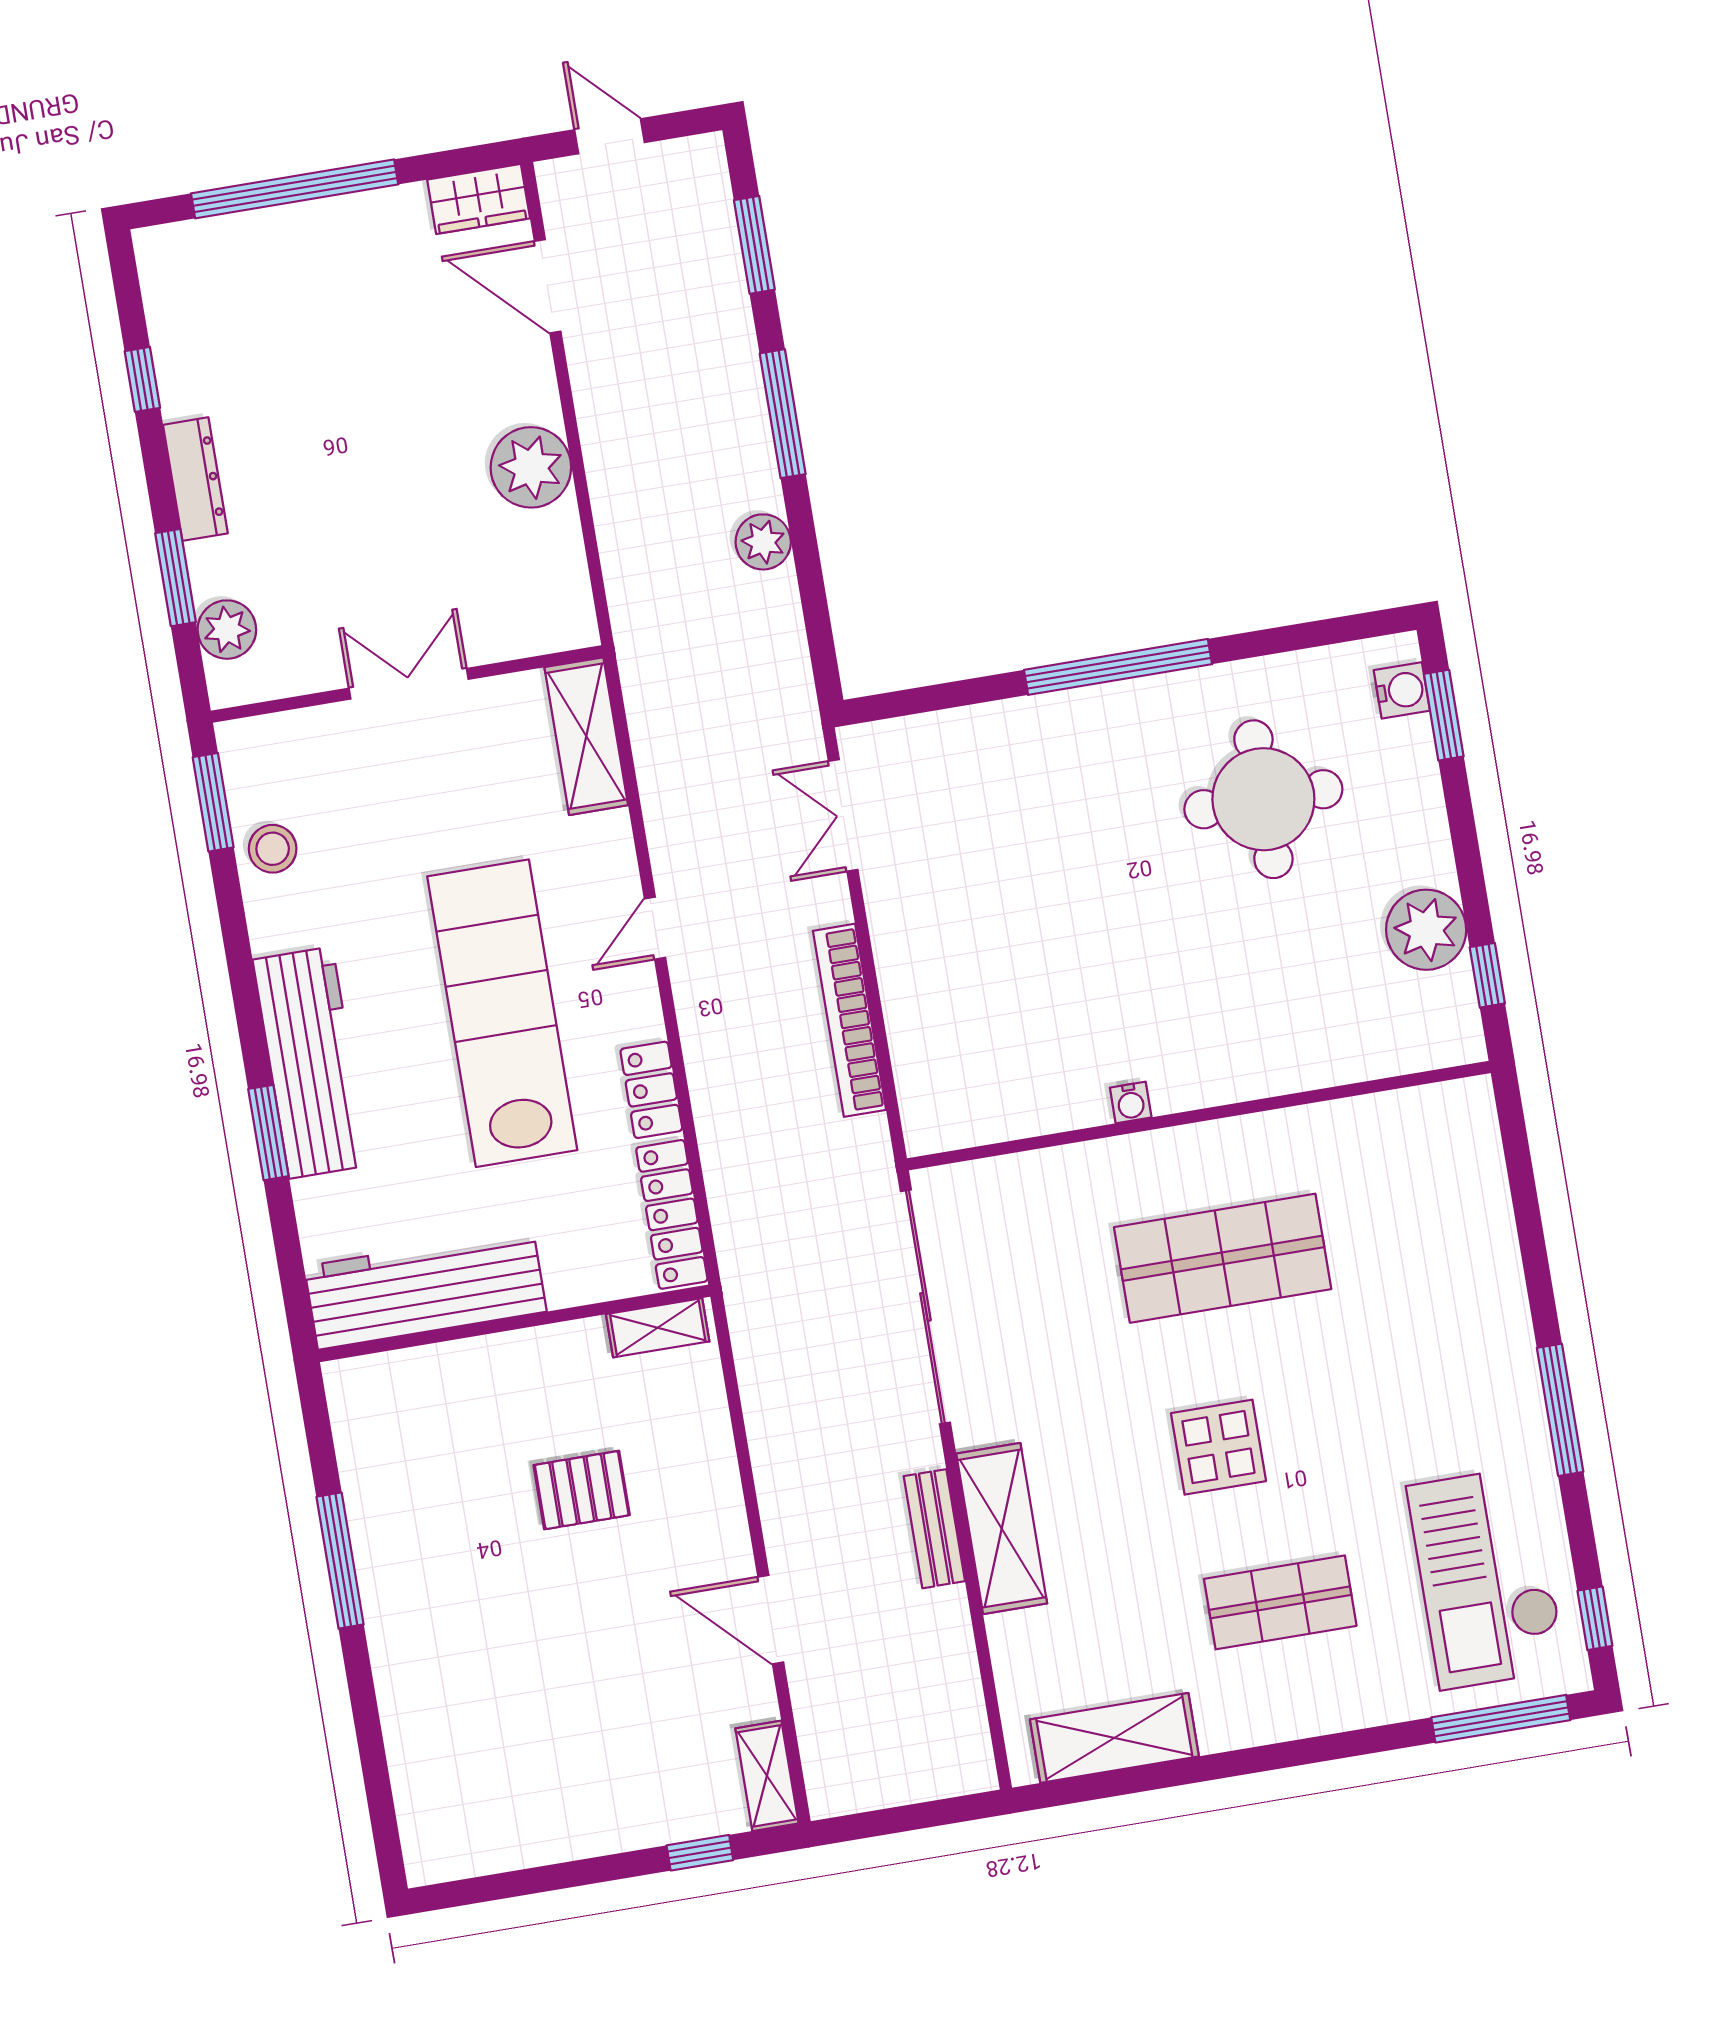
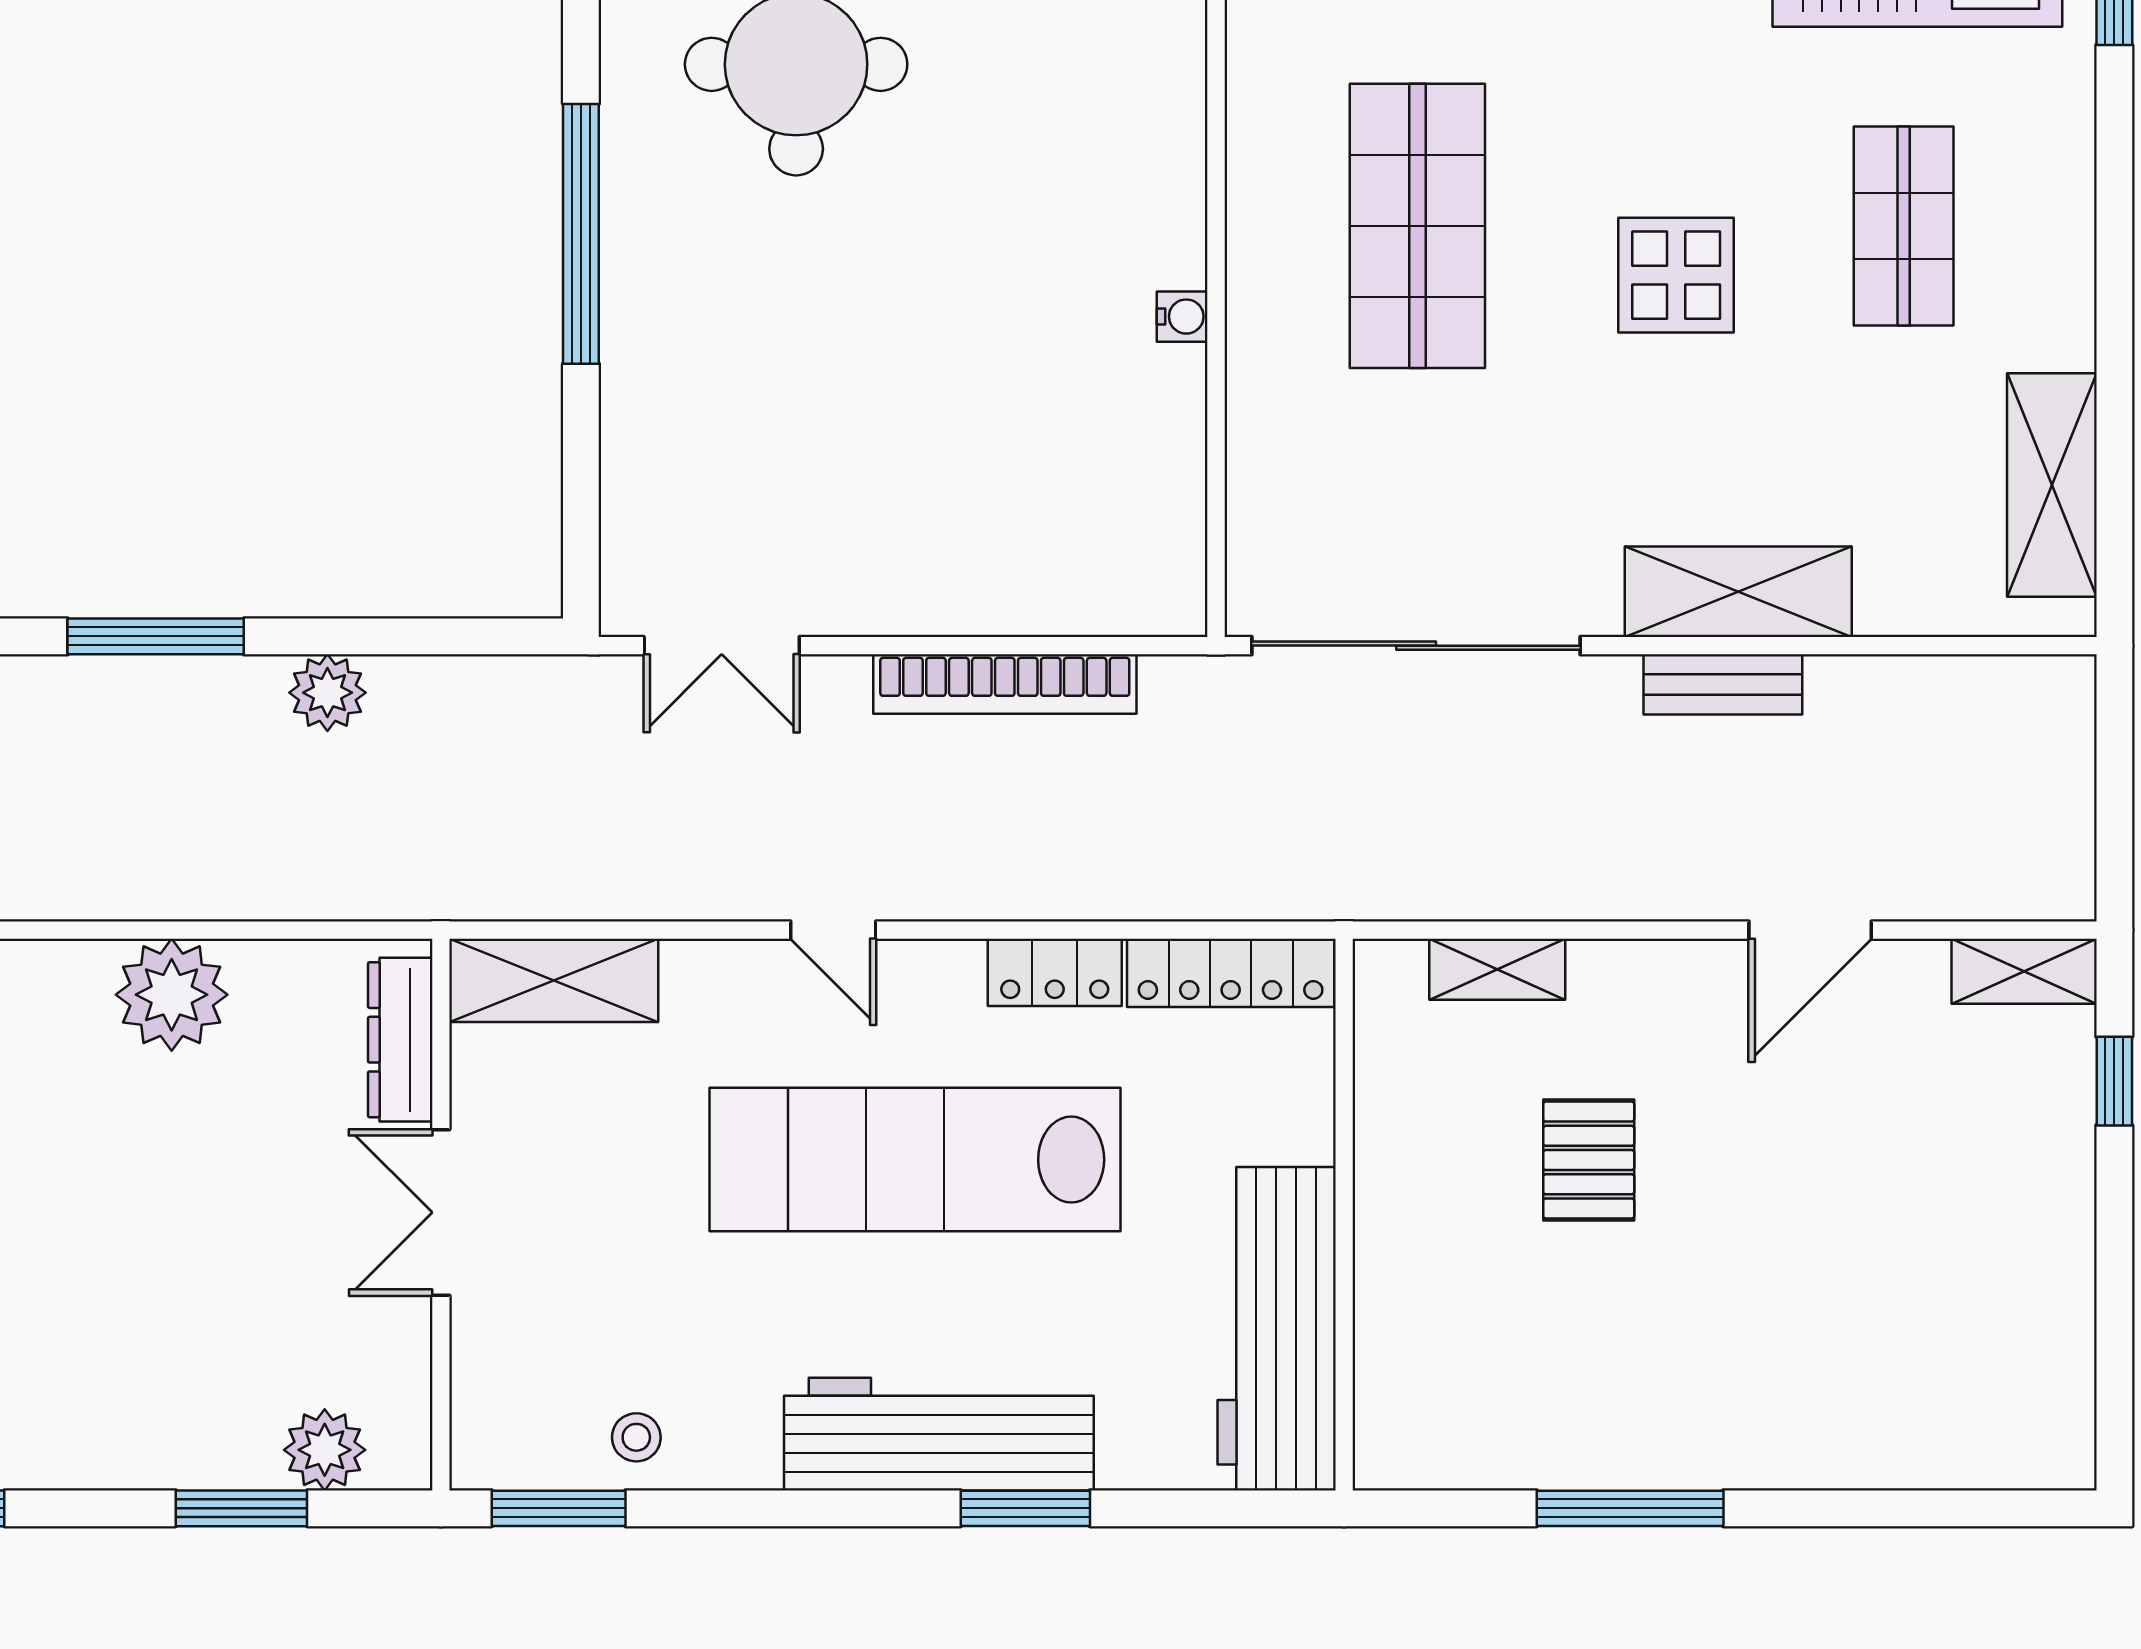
dresser: (195, 479) -> (400, 1040), moved, turned -90
stool: (273, 849) -> (636, 1437), width x0.73, depth x0.73
shelving: (658, 1328) -> (1497, 969), moved, turned 90

